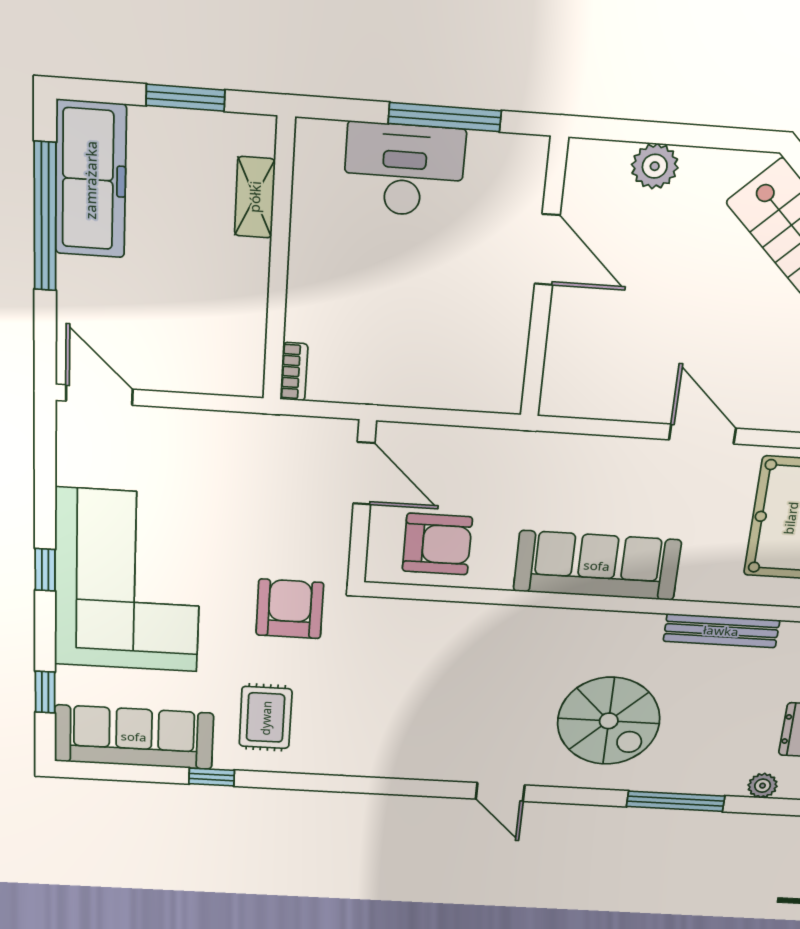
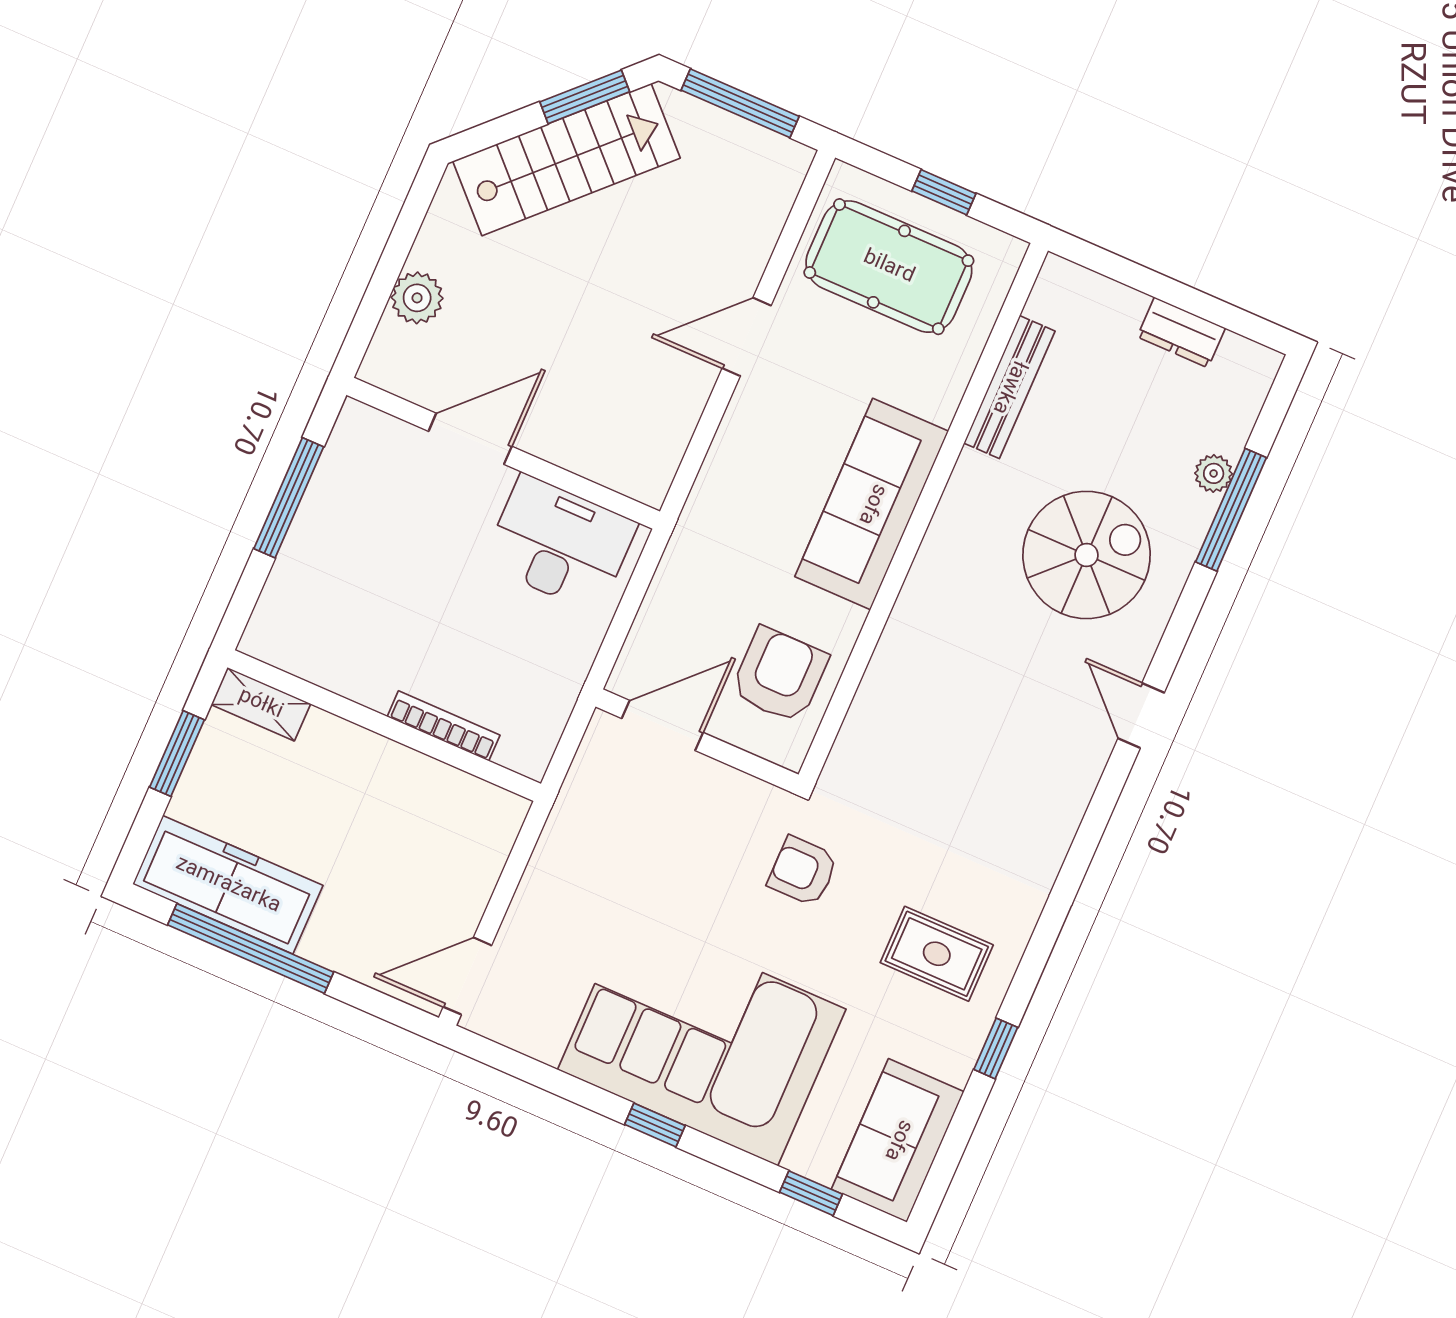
desk: (404, 170) -> (560, 544), moved, turned 90
shelving: (255, 197) -> (261, 704), moved
bookcase: (294, 372) -> (444, 726), moved, width x1.56
armchair: (290, 609) -> (803, 871), width x0.72, depth x0.72
sofa: (134, 737) -> (898, 1140), width x0.73
plant: (763, 786) -> (1214, 473), moved
door: (500, 792) -> (1141, 715), swing flipped

